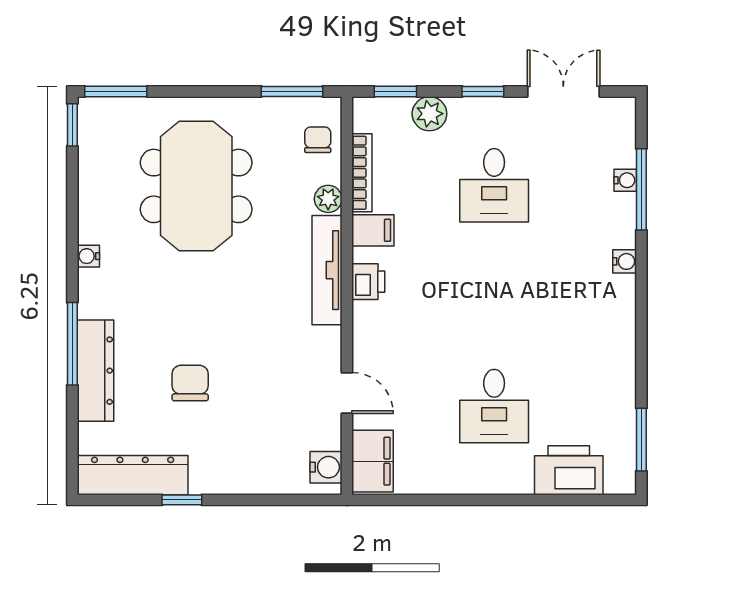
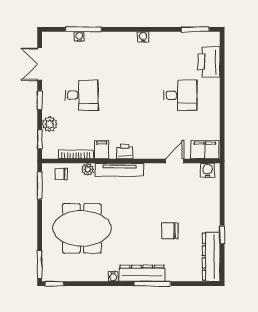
water cooler: (625, 261) -> (143, 37), moved
dresser: (96, 371) -> (142, 273), moved

